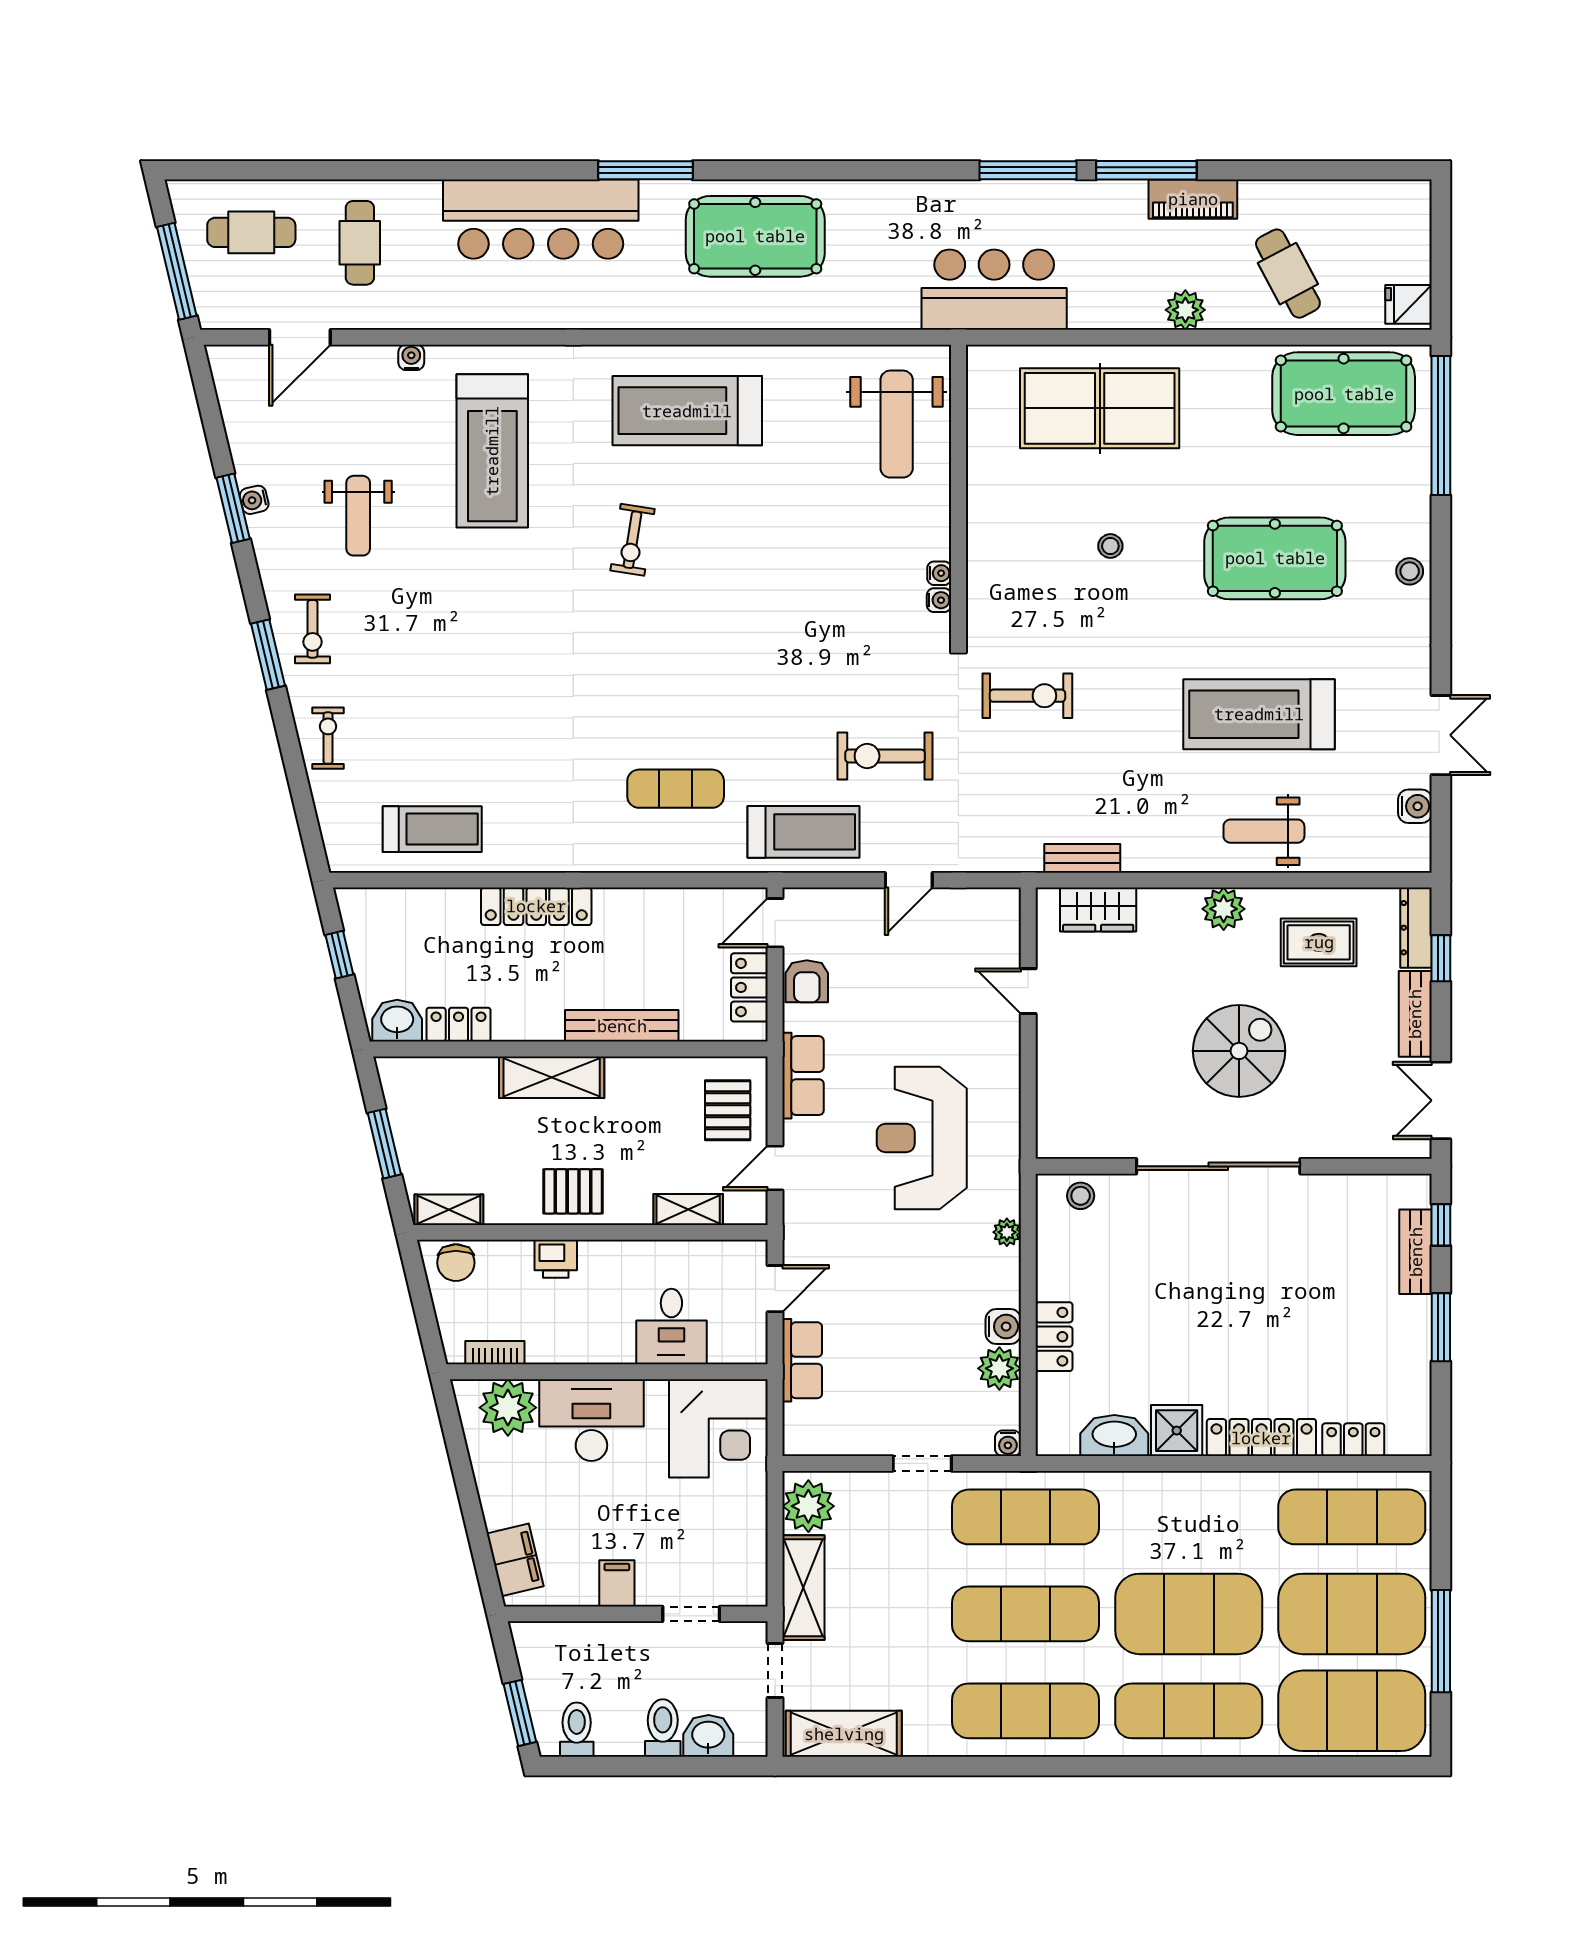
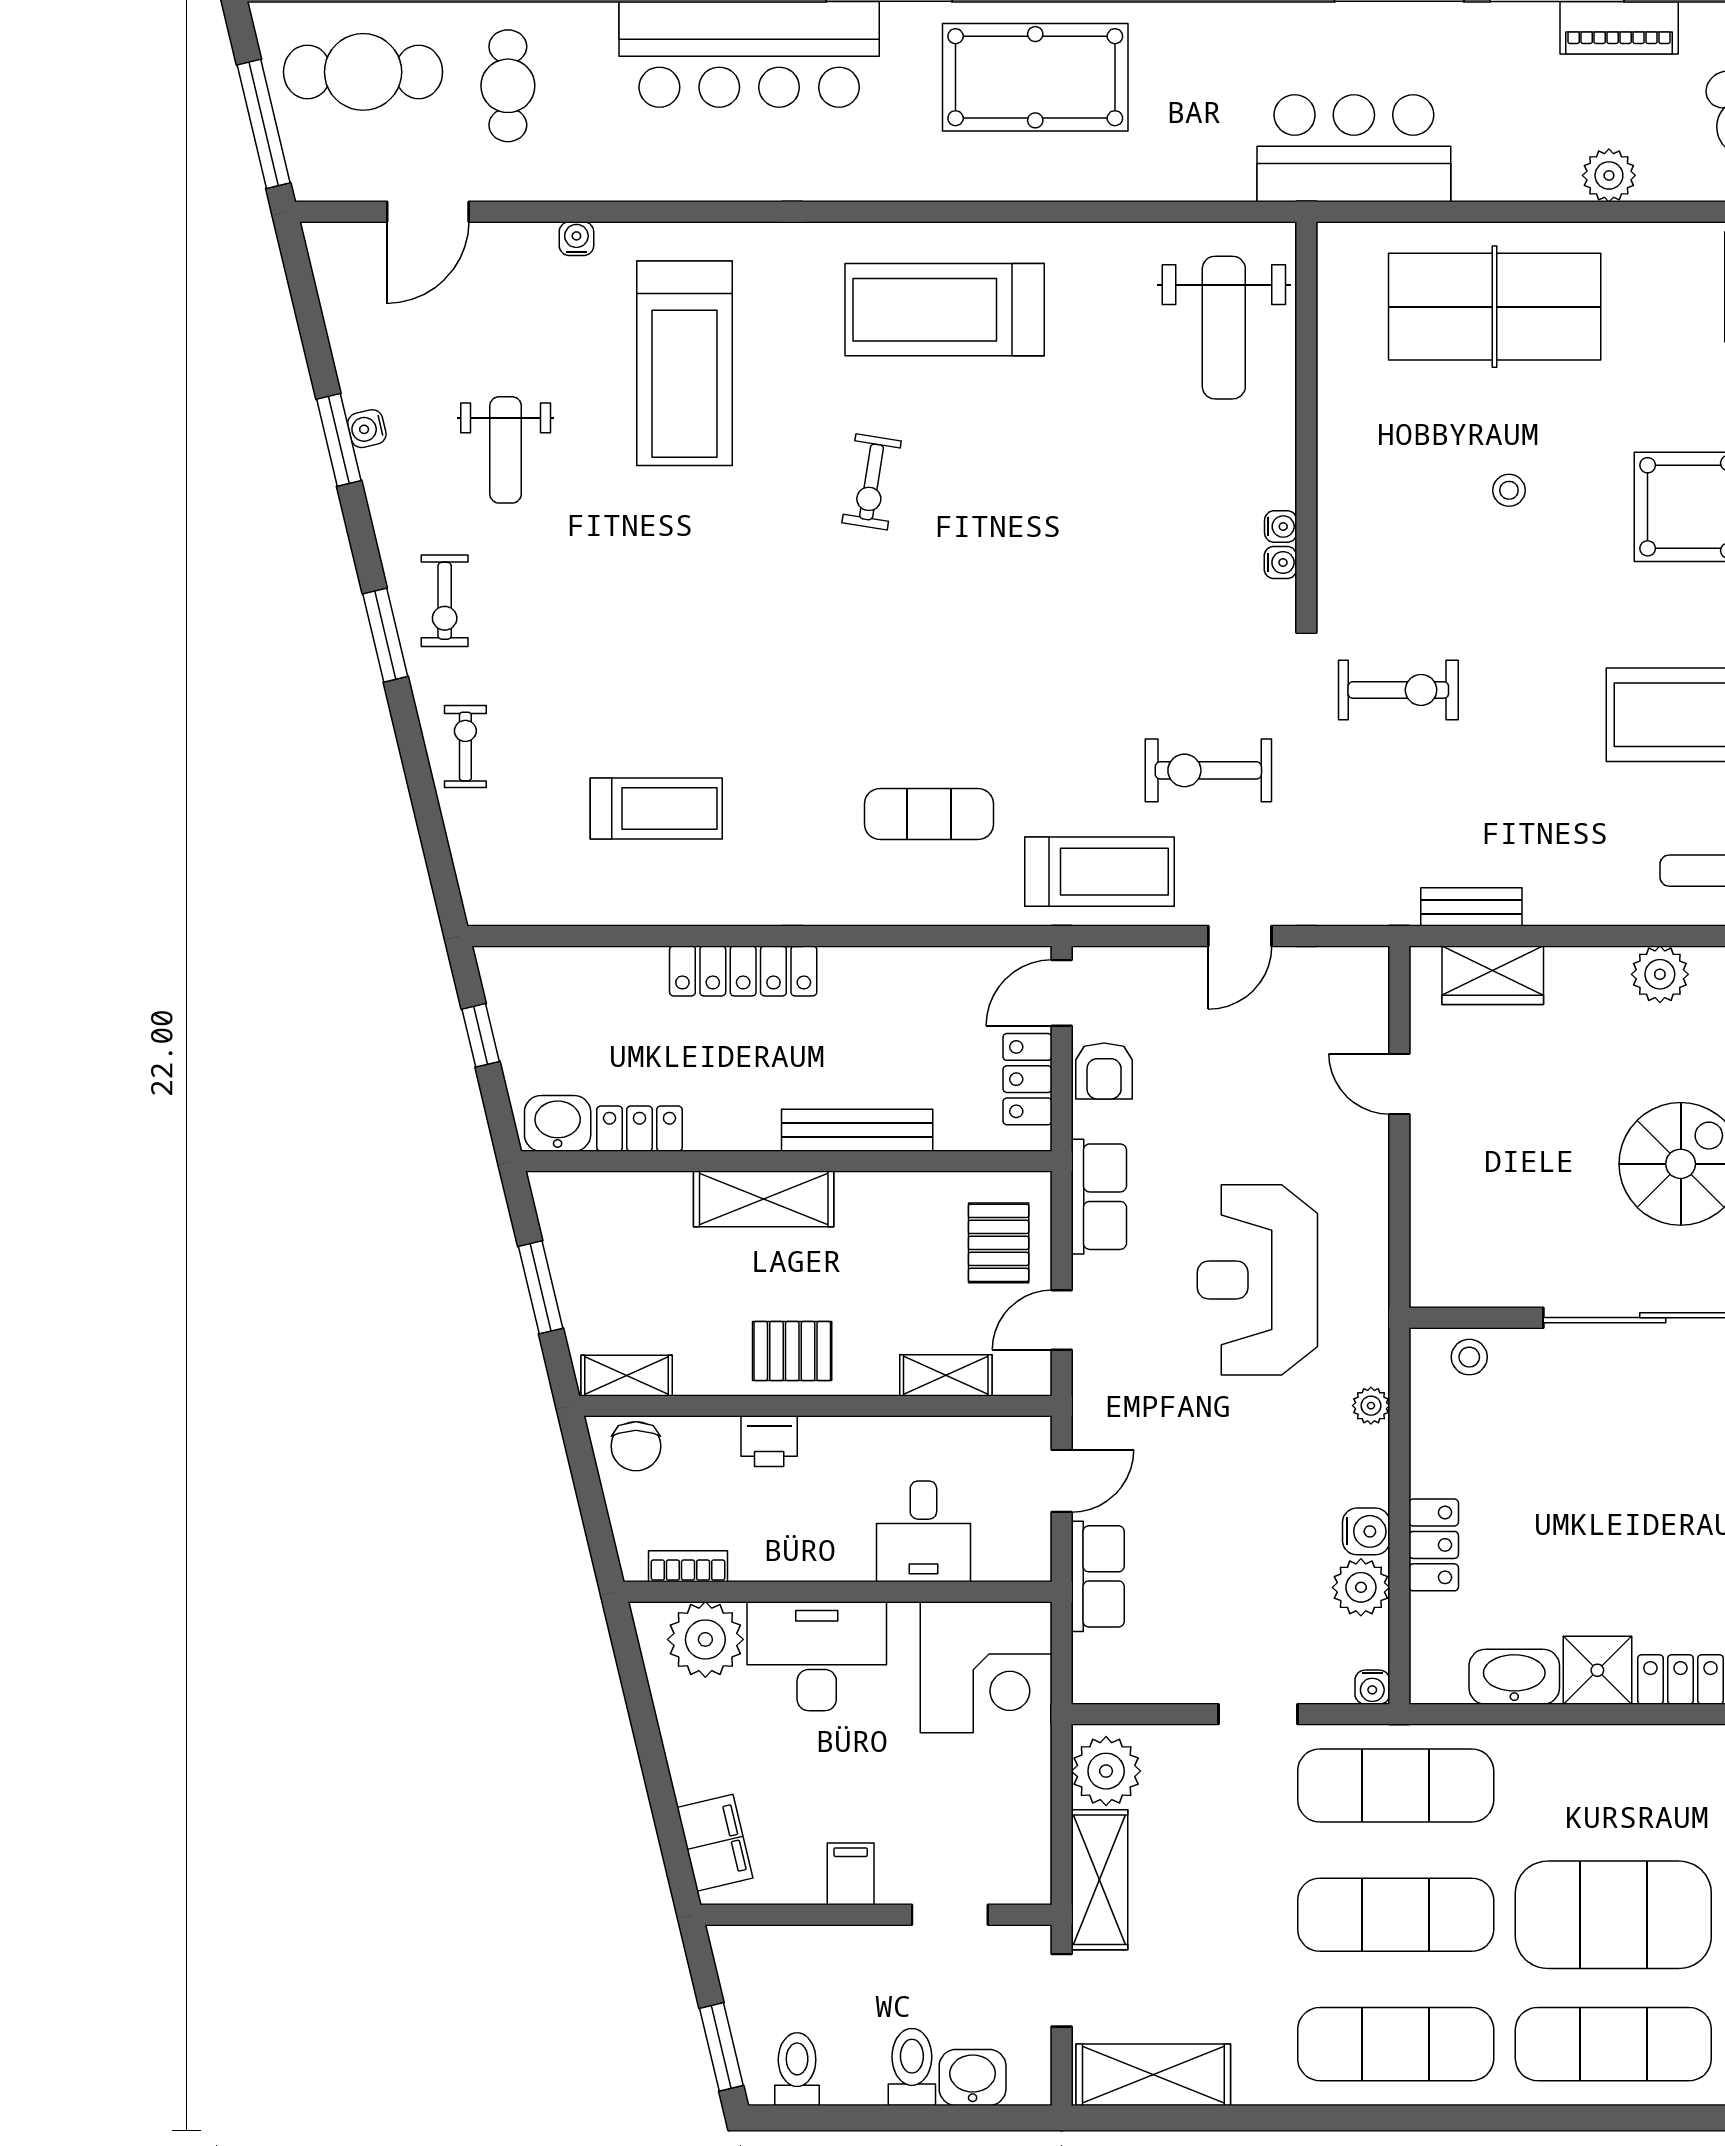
cafe table: (251, 232) -> (363, 72), width x1.37, depth x1.35
treadmill: (432, 829) -> (656, 809), moved

